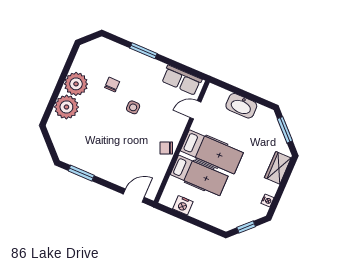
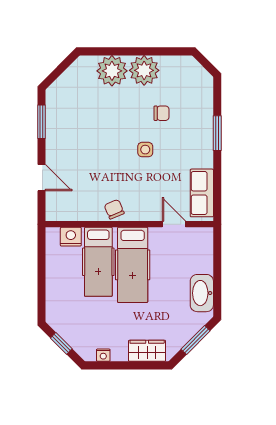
washbasin: (241, 106) -> (202, 293), moved
door: (134, 196) -> (41, 178), moved
nightstand: (183, 205) -> (71, 237), moved, turned 90

